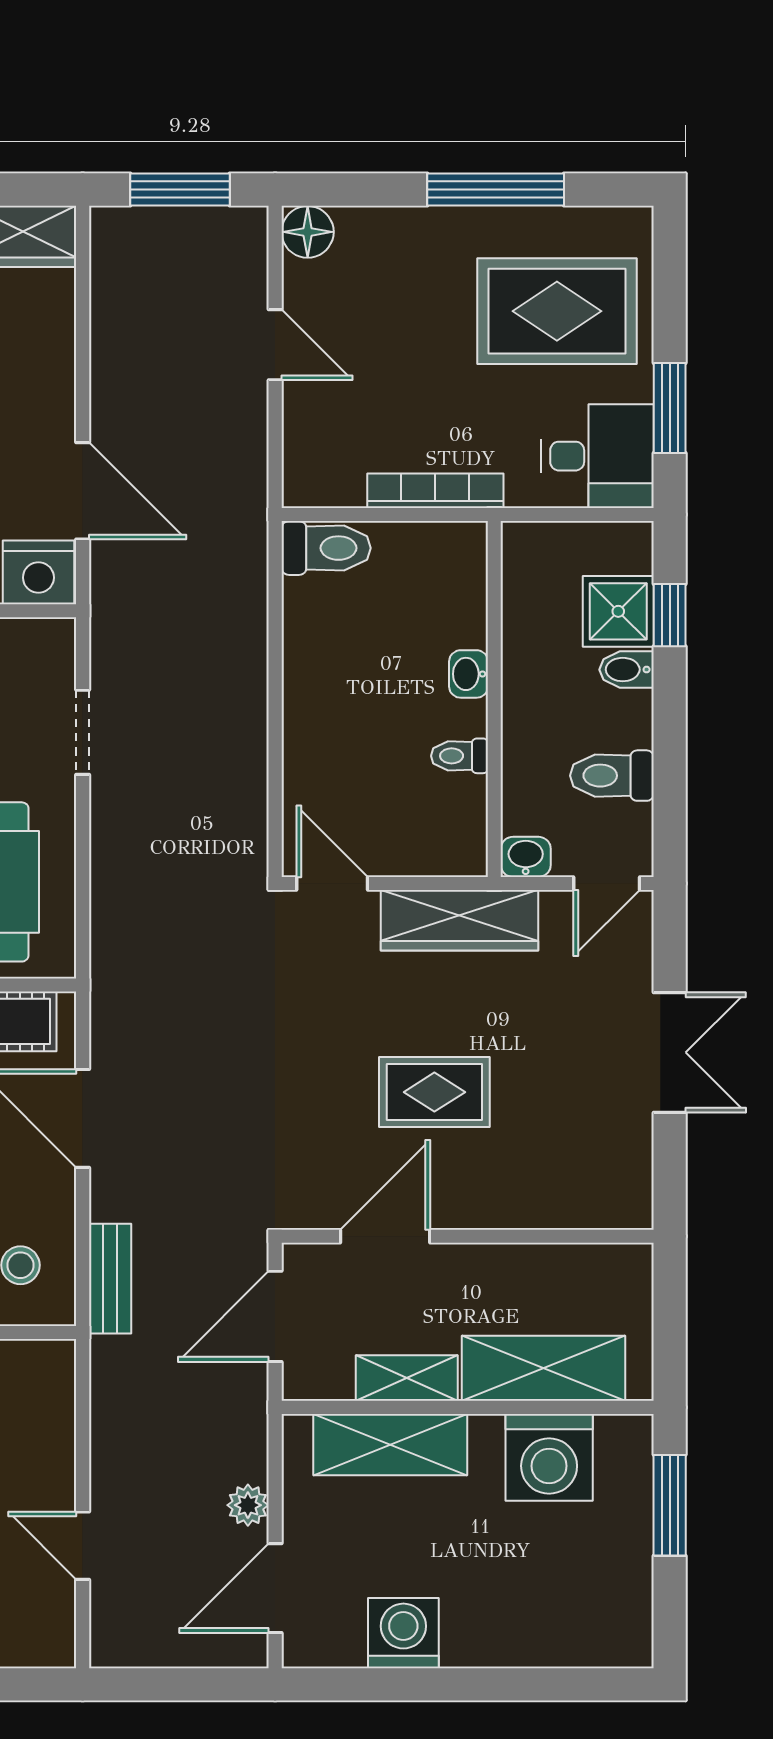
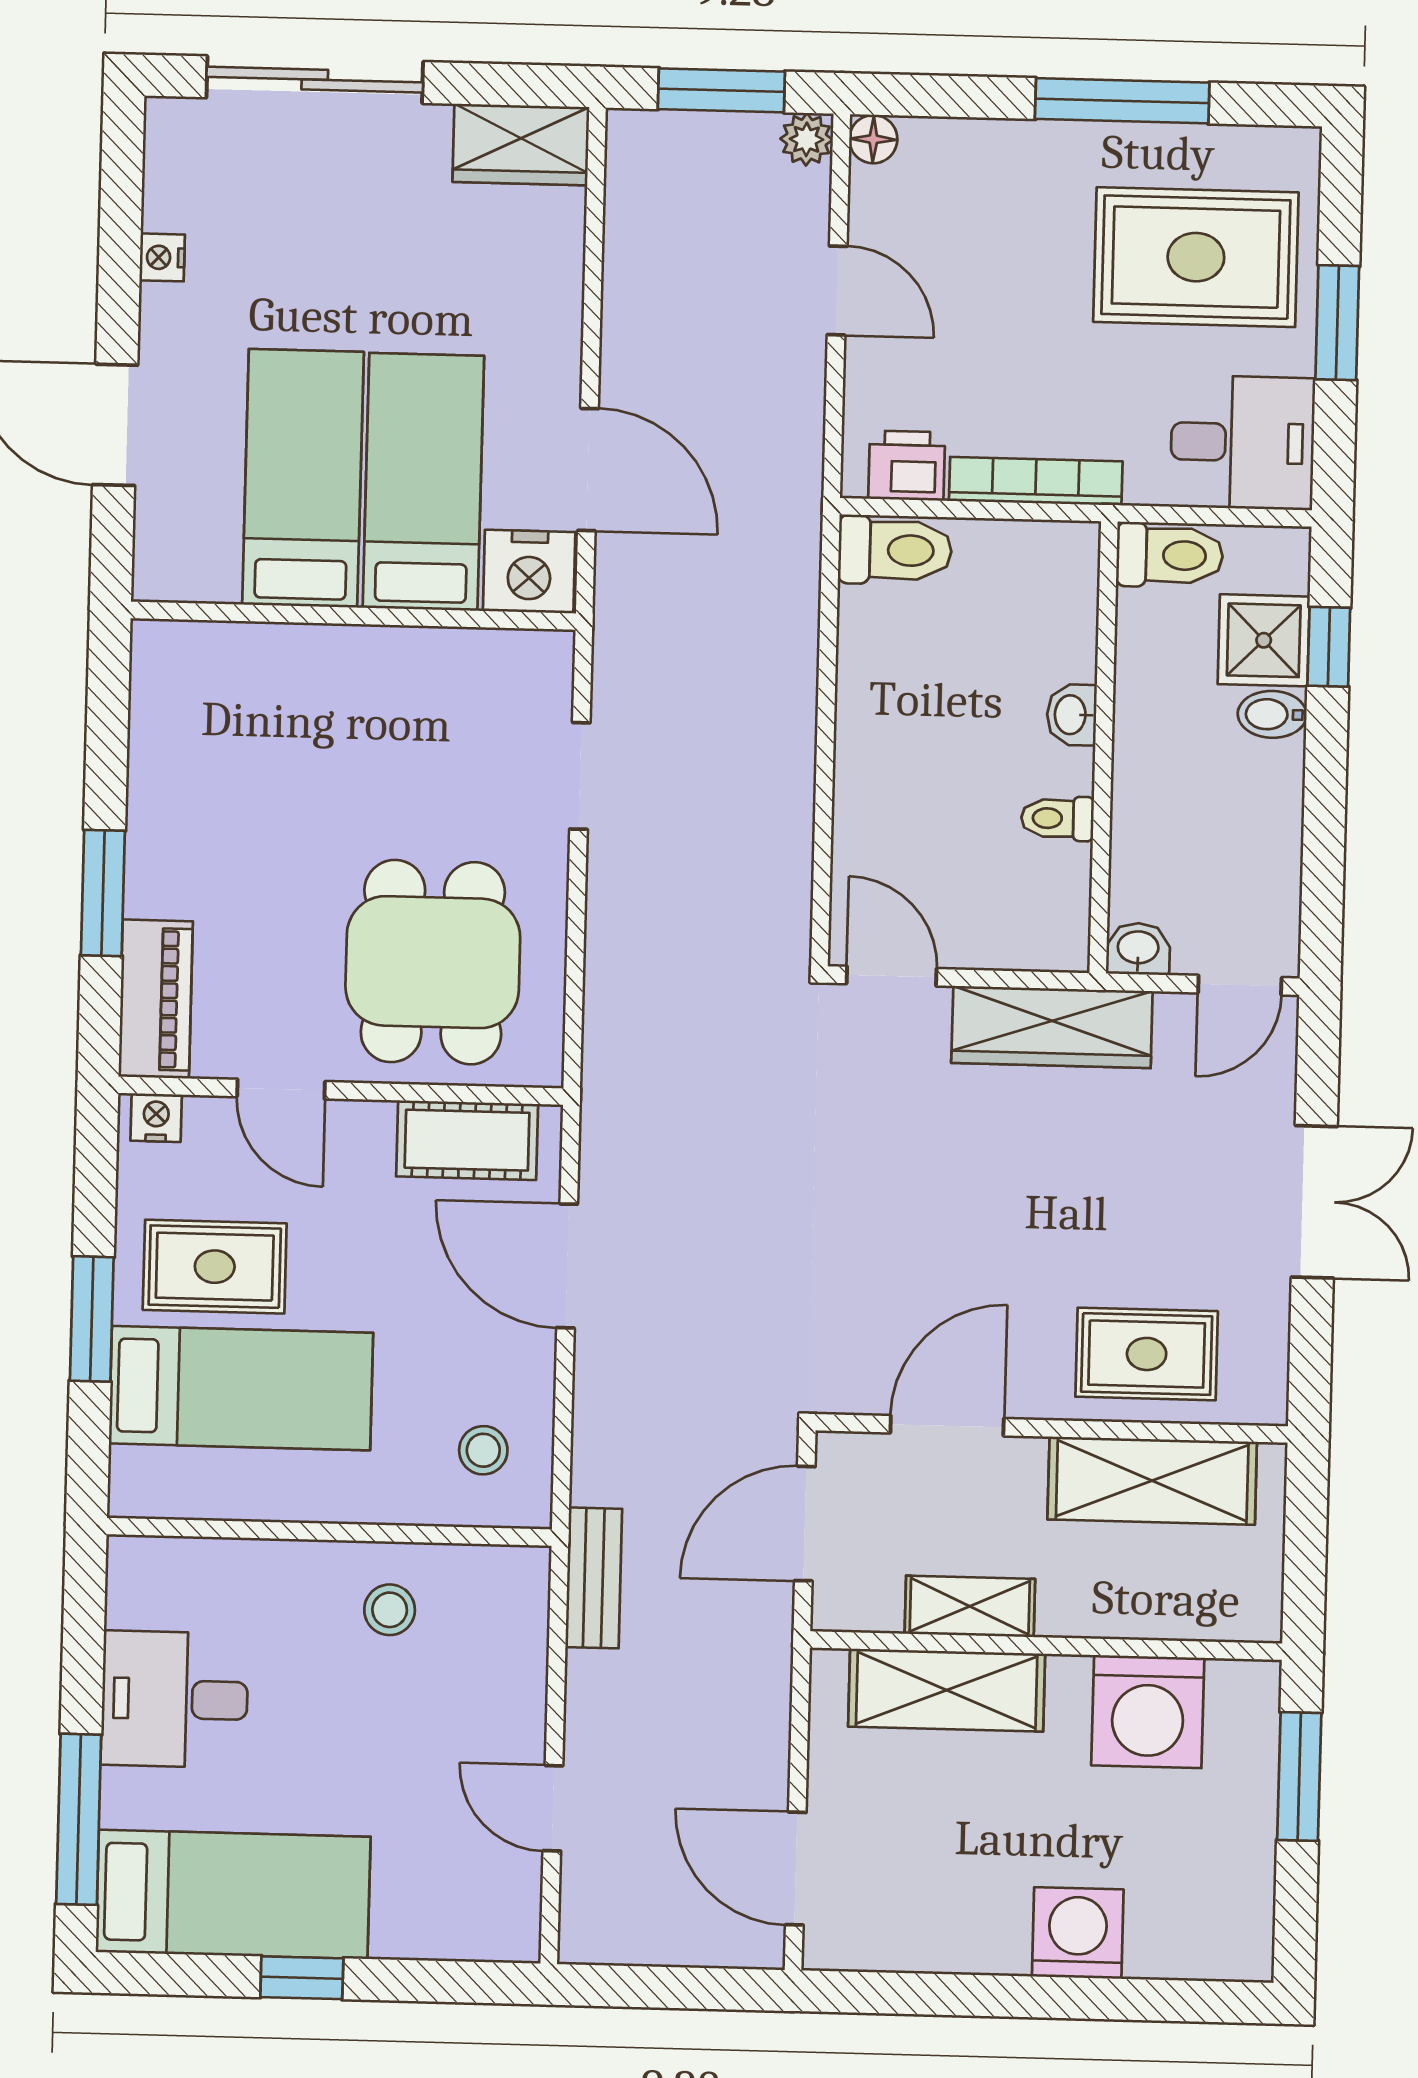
floor lamp: (308, 232) -> (873, 139), width x0.73, depth x0.73
window: (670, 408) -> (1337, 323), moved
printer: (334, 481) -> (907, 466), added
toilet: (612, 776) -> (1170, 555), moved, turned 180
rug: (434, 1092) -> (1147, 1354), moved
bench: (110, 1279) -> (594, 1578), moved
shelving: (544, 1368) -> (1152, 1481), moved
plant: (248, 1505) -> (807, 139), moved
door: (275, 1588) -> (796, 1869), hinge flipped
washing machine: (403, 1633) -> (1078, 1933), moved

